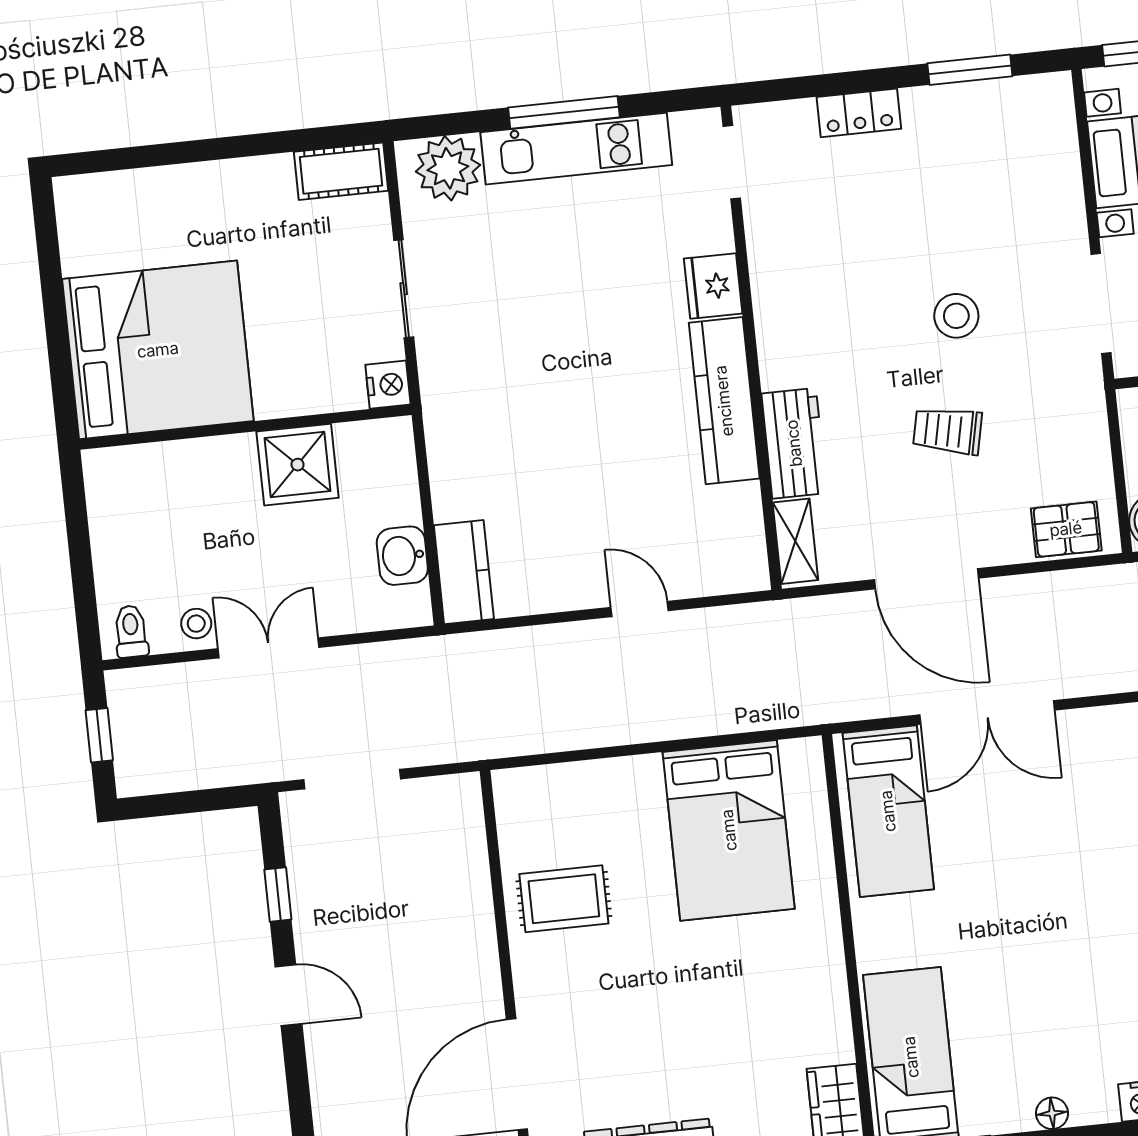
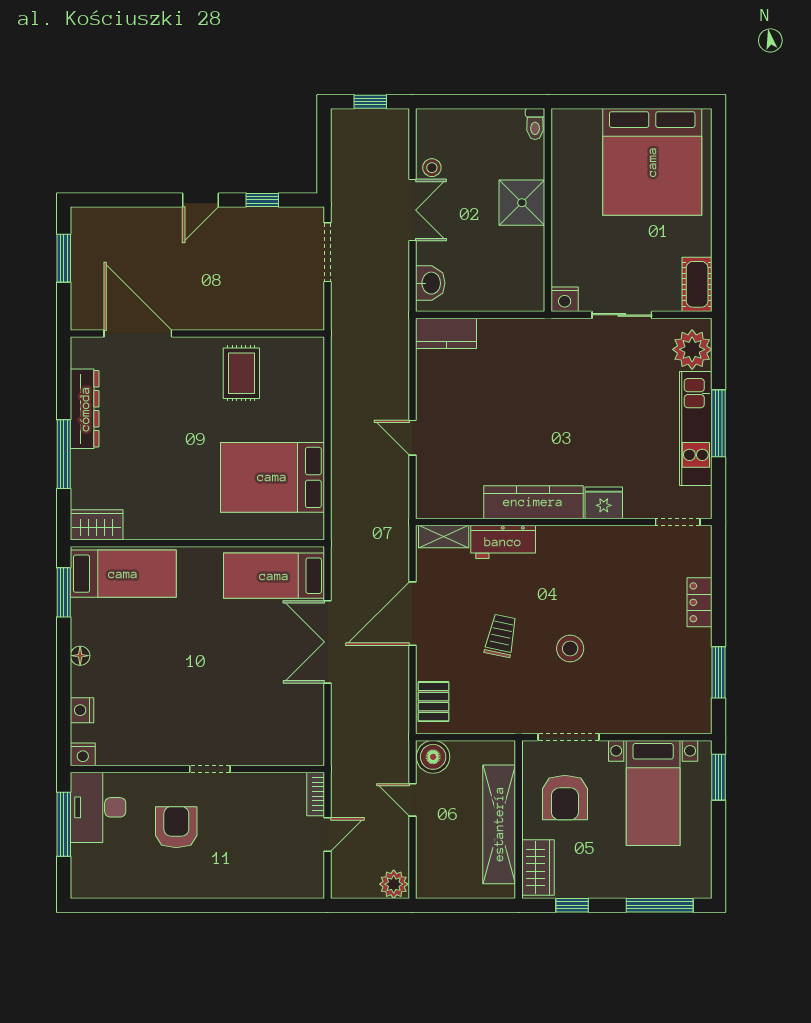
bed: (158, 350) -> (652, 162), moved
shower: (298, 465) -> (522, 203), moved
washbasin: (402, 556) -> (430, 283), moved, turned 90
door: (640, 609) -> (412, 438), swing flipped
toilet: (131, 631) -> (535, 124), moved, turned 90

